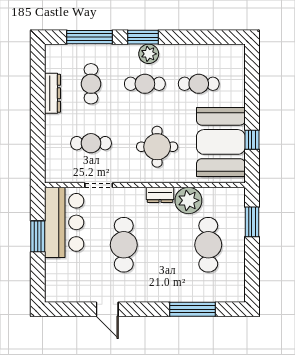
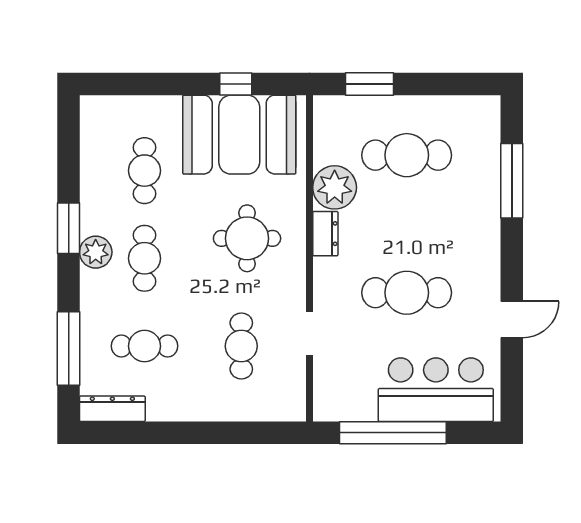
window: (143, 37) -> (69, 228), moved
dresser: (52, 93) -> (112, 409), moved
bar counter: (64, 222) -> (436, 390), moved
window: (38, 236) -> (393, 433), width x2.11

